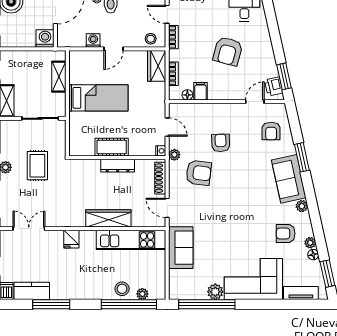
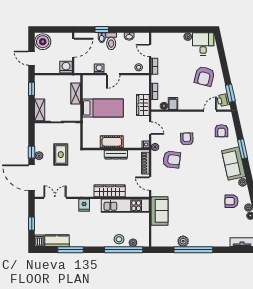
armchair: (228, 51) -> (204, 76), moved
wardrobe: (157, 66) -> (143, 105), moved
corner sofa: (253, 279) -> (209, 233), removed
window: (207, 304) -> (193, 250), moved

